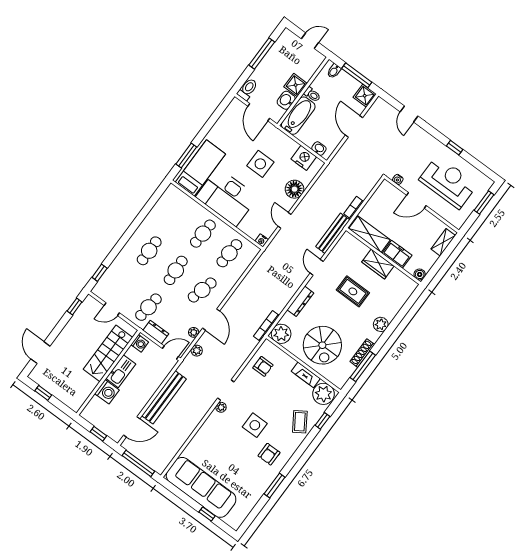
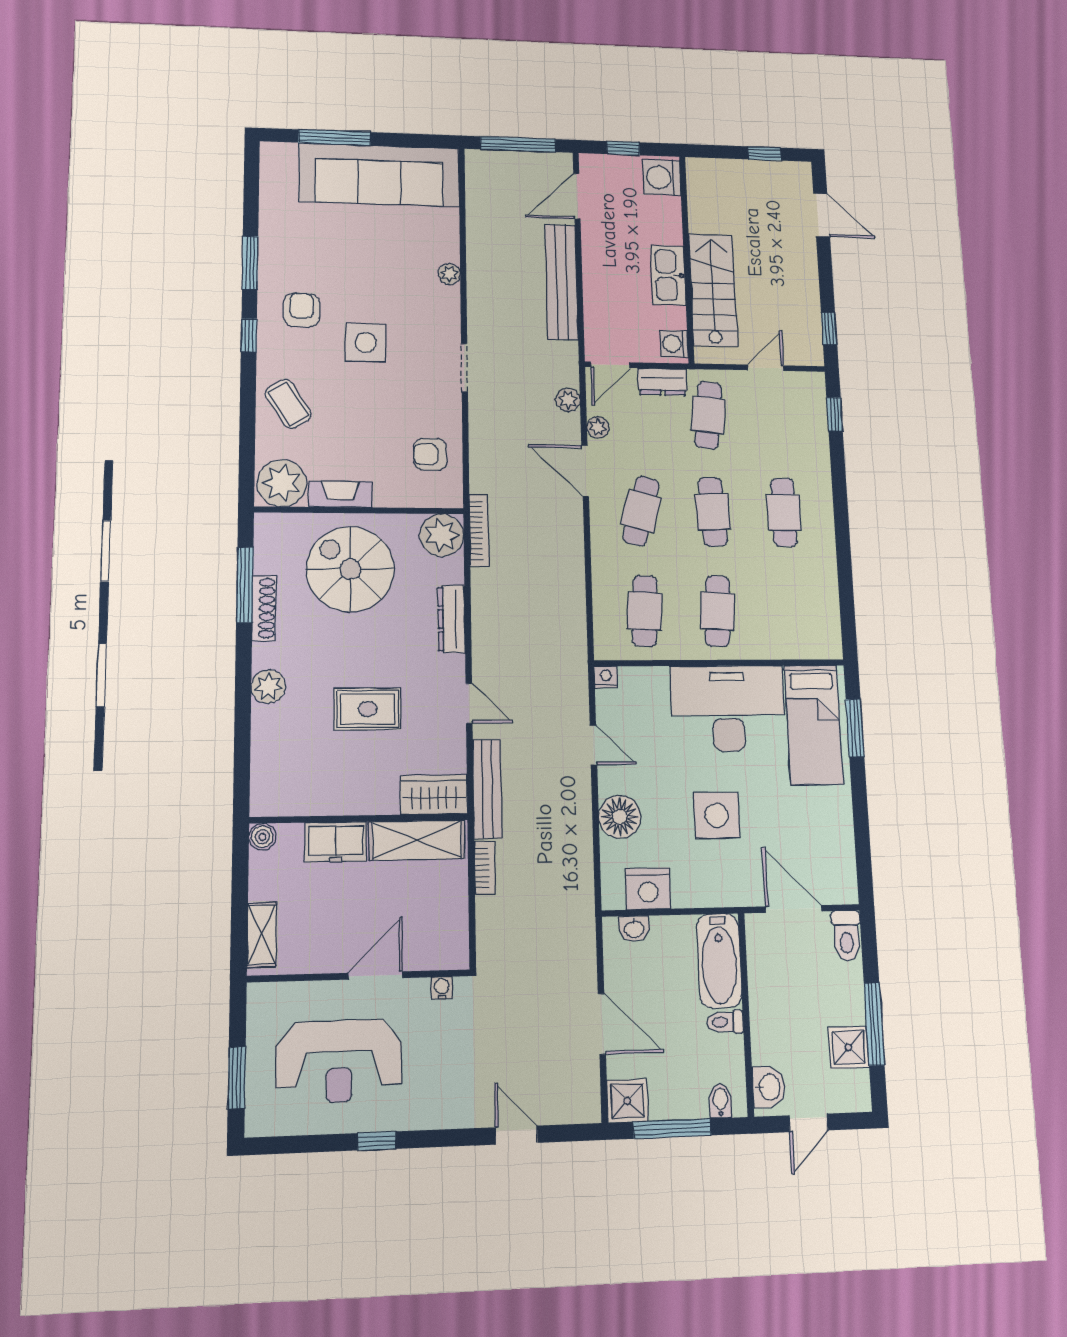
shower: (296, 85) -> (849, 1047), moved
washbasin: (286, 100) -> (769, 1087), moved
wardrobe: (378, 264) -> (434, 795), moved
washing machine: (107, 392) -> (662, 177), moved
plant: (221, 407) -> (449, 274), moved
window: (322, 421) -> (249, 335), moved
window: (207, 514) -> (335, 137), width x2.17

